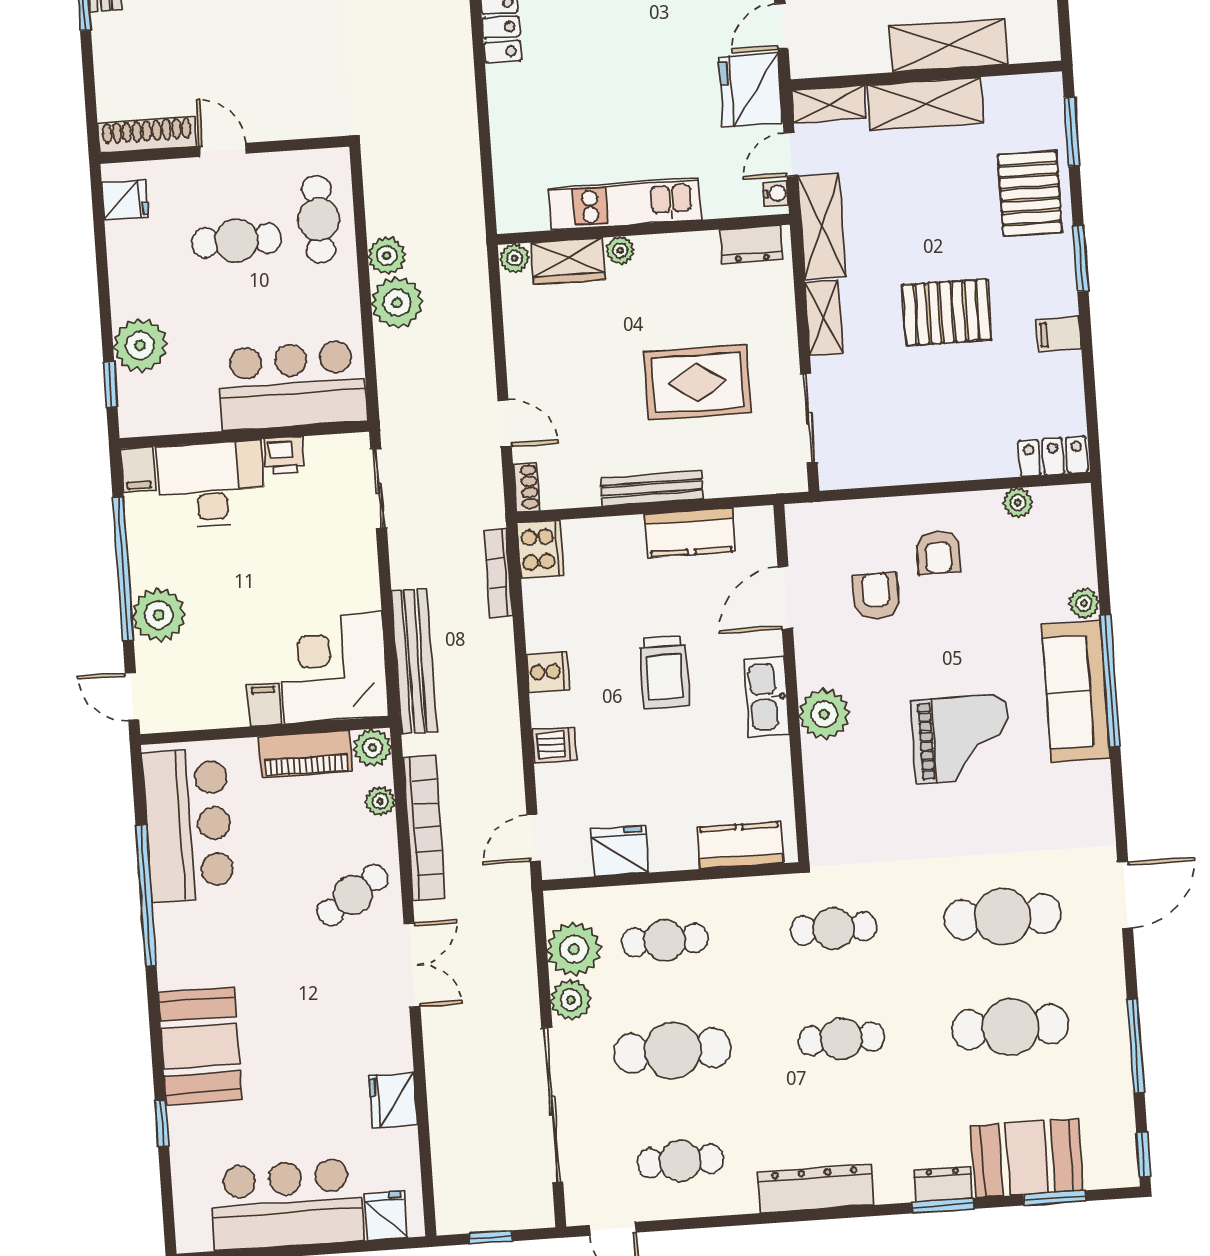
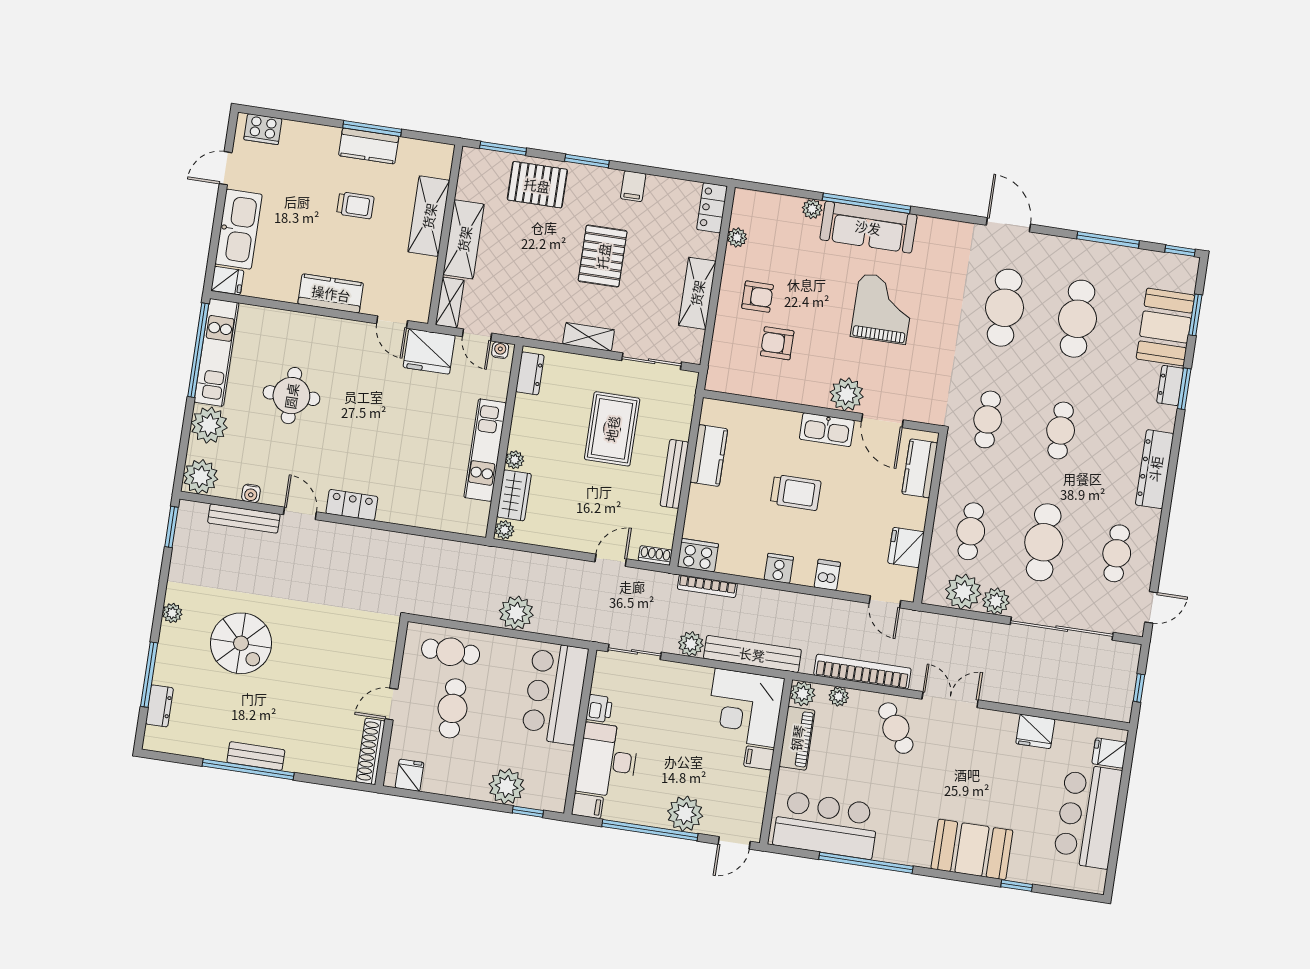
shelving: (822, 226) -> (697, 293), moved, turned 90
plant: (387, 256) -> (691, 644), moved
door: (785, 598) -> (882, 421), moved

